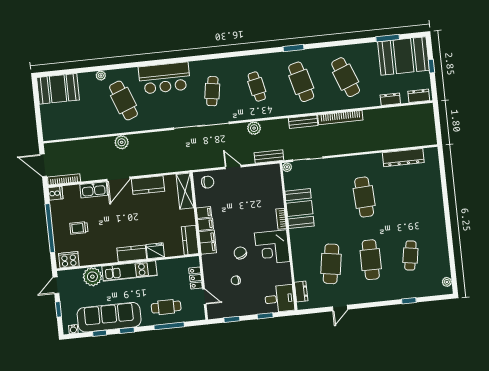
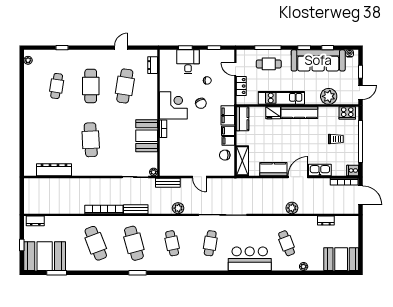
dresser: (390, 99) -> (326, 221), moved
cafe table: (123, 101) -> (287, 243), width x0.73, depth x0.74
chair: (208, 182) -> (225, 155), moved
kitchen counter: (132, 253) -> (299, 113), width x1.50
kitchen unit: (129, 271) -> (281, 98), moved
desk: (280, 299) -> (188, 62), moved, turned 90

